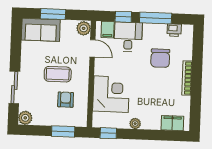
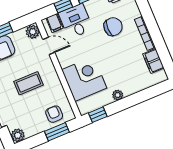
chair: (160, 58) -> (113, 27), turned -90
armchair: (66, 100) -> (54, 114), moved
filing cabinet: (172, 123) -> (153, 61), moved, turned -90

